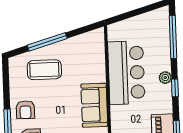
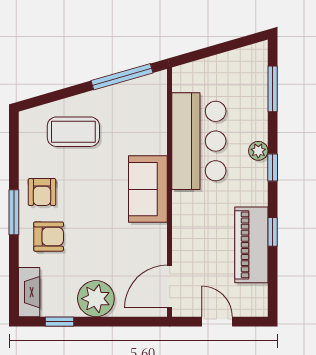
window: (173, 37) -> (273, 89), width x0.69
window: (47, 42) -> (122, 77), moved

